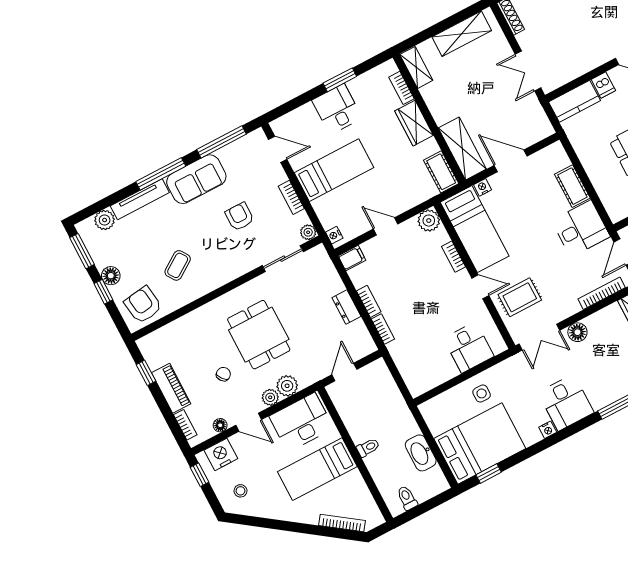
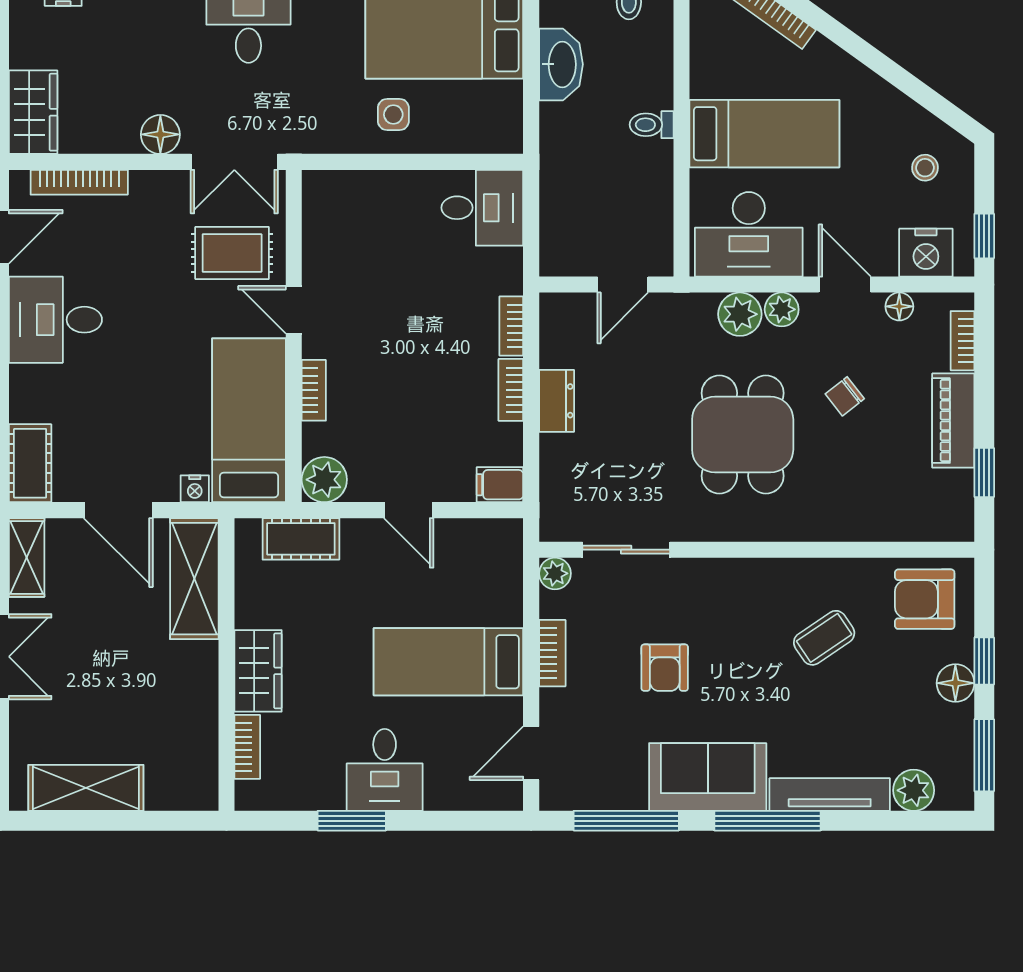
shelving: (416, 67) -> (27, 558), moved
door: (278, 149) -> (531, 753), hinge flipped
cot: (441, 172) -> (301, 539), moved, turned 90
cot: (572, 186) -> (30, 463), moved
nightstand: (334, 235) -> (510, 543), removed
armchair: (143, 305) -> (925, 599), turned 98
double door: (539, 337) -> (234, 162), swing flipped
desk: (469, 347) -> (482, 208), moved, turned 90

